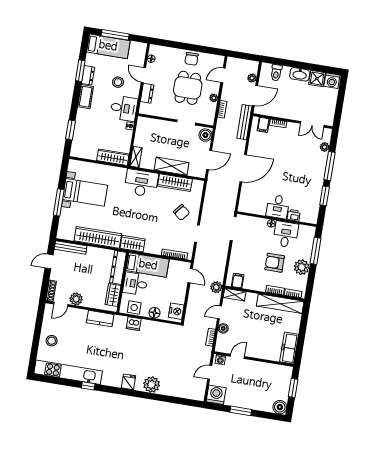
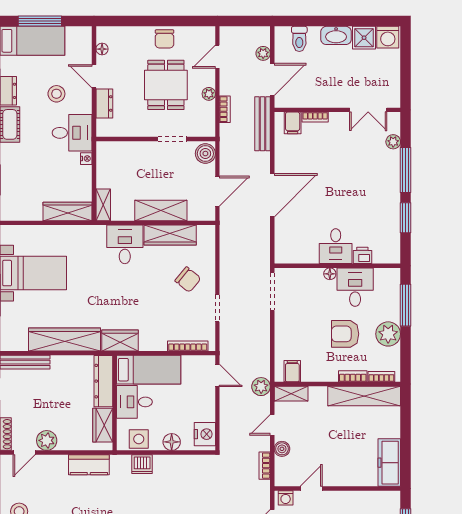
desk: (141, 183) -> (125, 244), width x0.73

